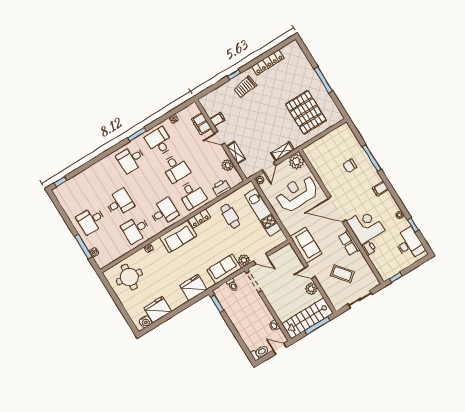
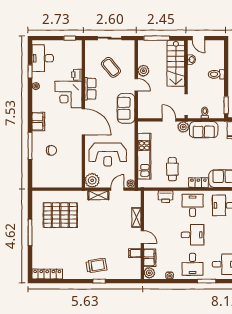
locker: (268, 62) -> (47, 274), moved
pallet: (306, 112) -> (60, 215), turned 90
plant: (228, 165) -> (149, 273), moved
desk: (176, 168) -> (193, 235), turned 90
filing cabinet: (380, 189) -> (38, 122), width x2.00
stairs: (308, 318) -> (176, 63), moved, turned 90
toilet: (260, 352) -> (216, 74), moved

